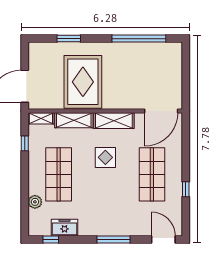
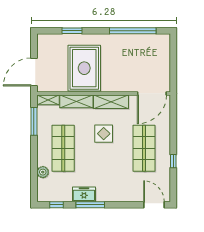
window: (25, 143) -> (34, 121), width x2.17
freezer: (65, 228) -> (84, 194), moved
window: (114, 240) -> (90, 205), moved

